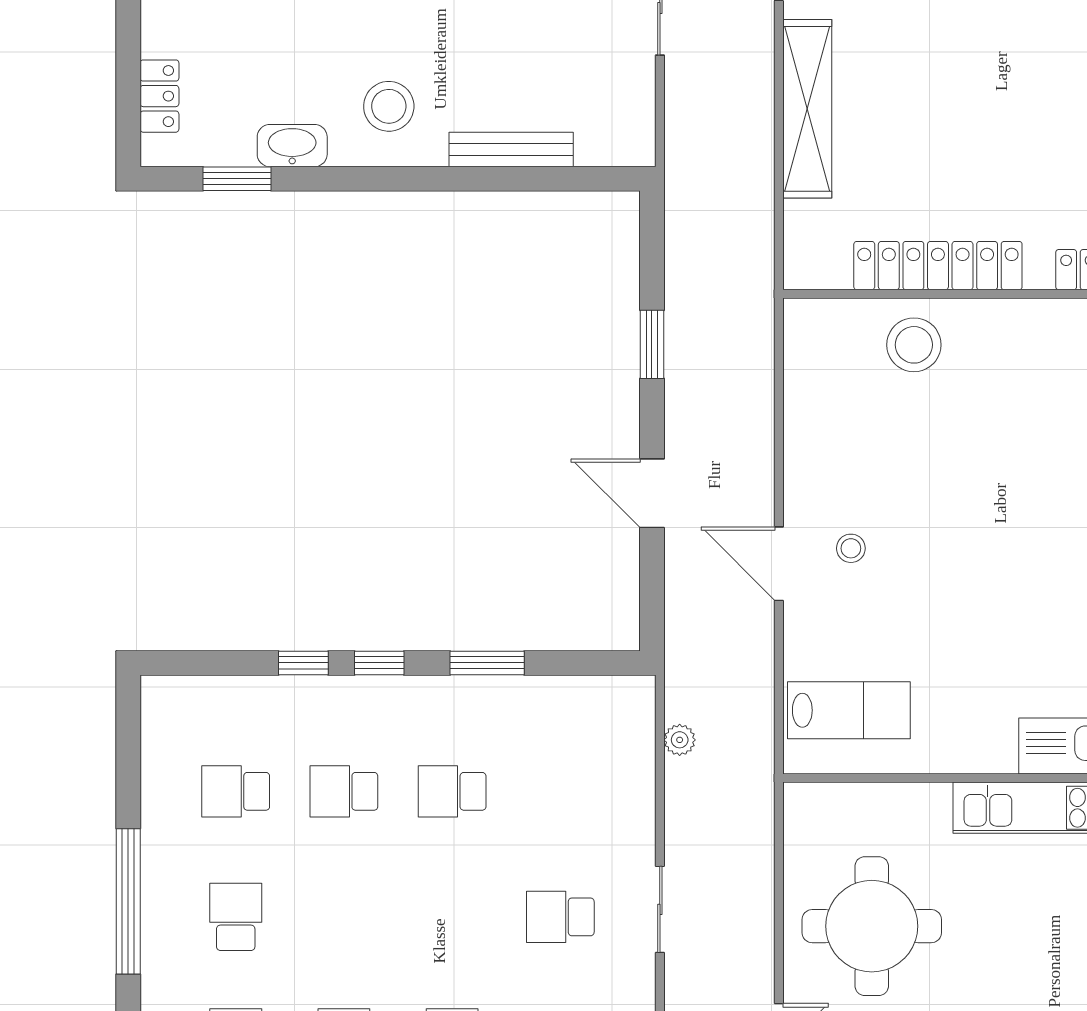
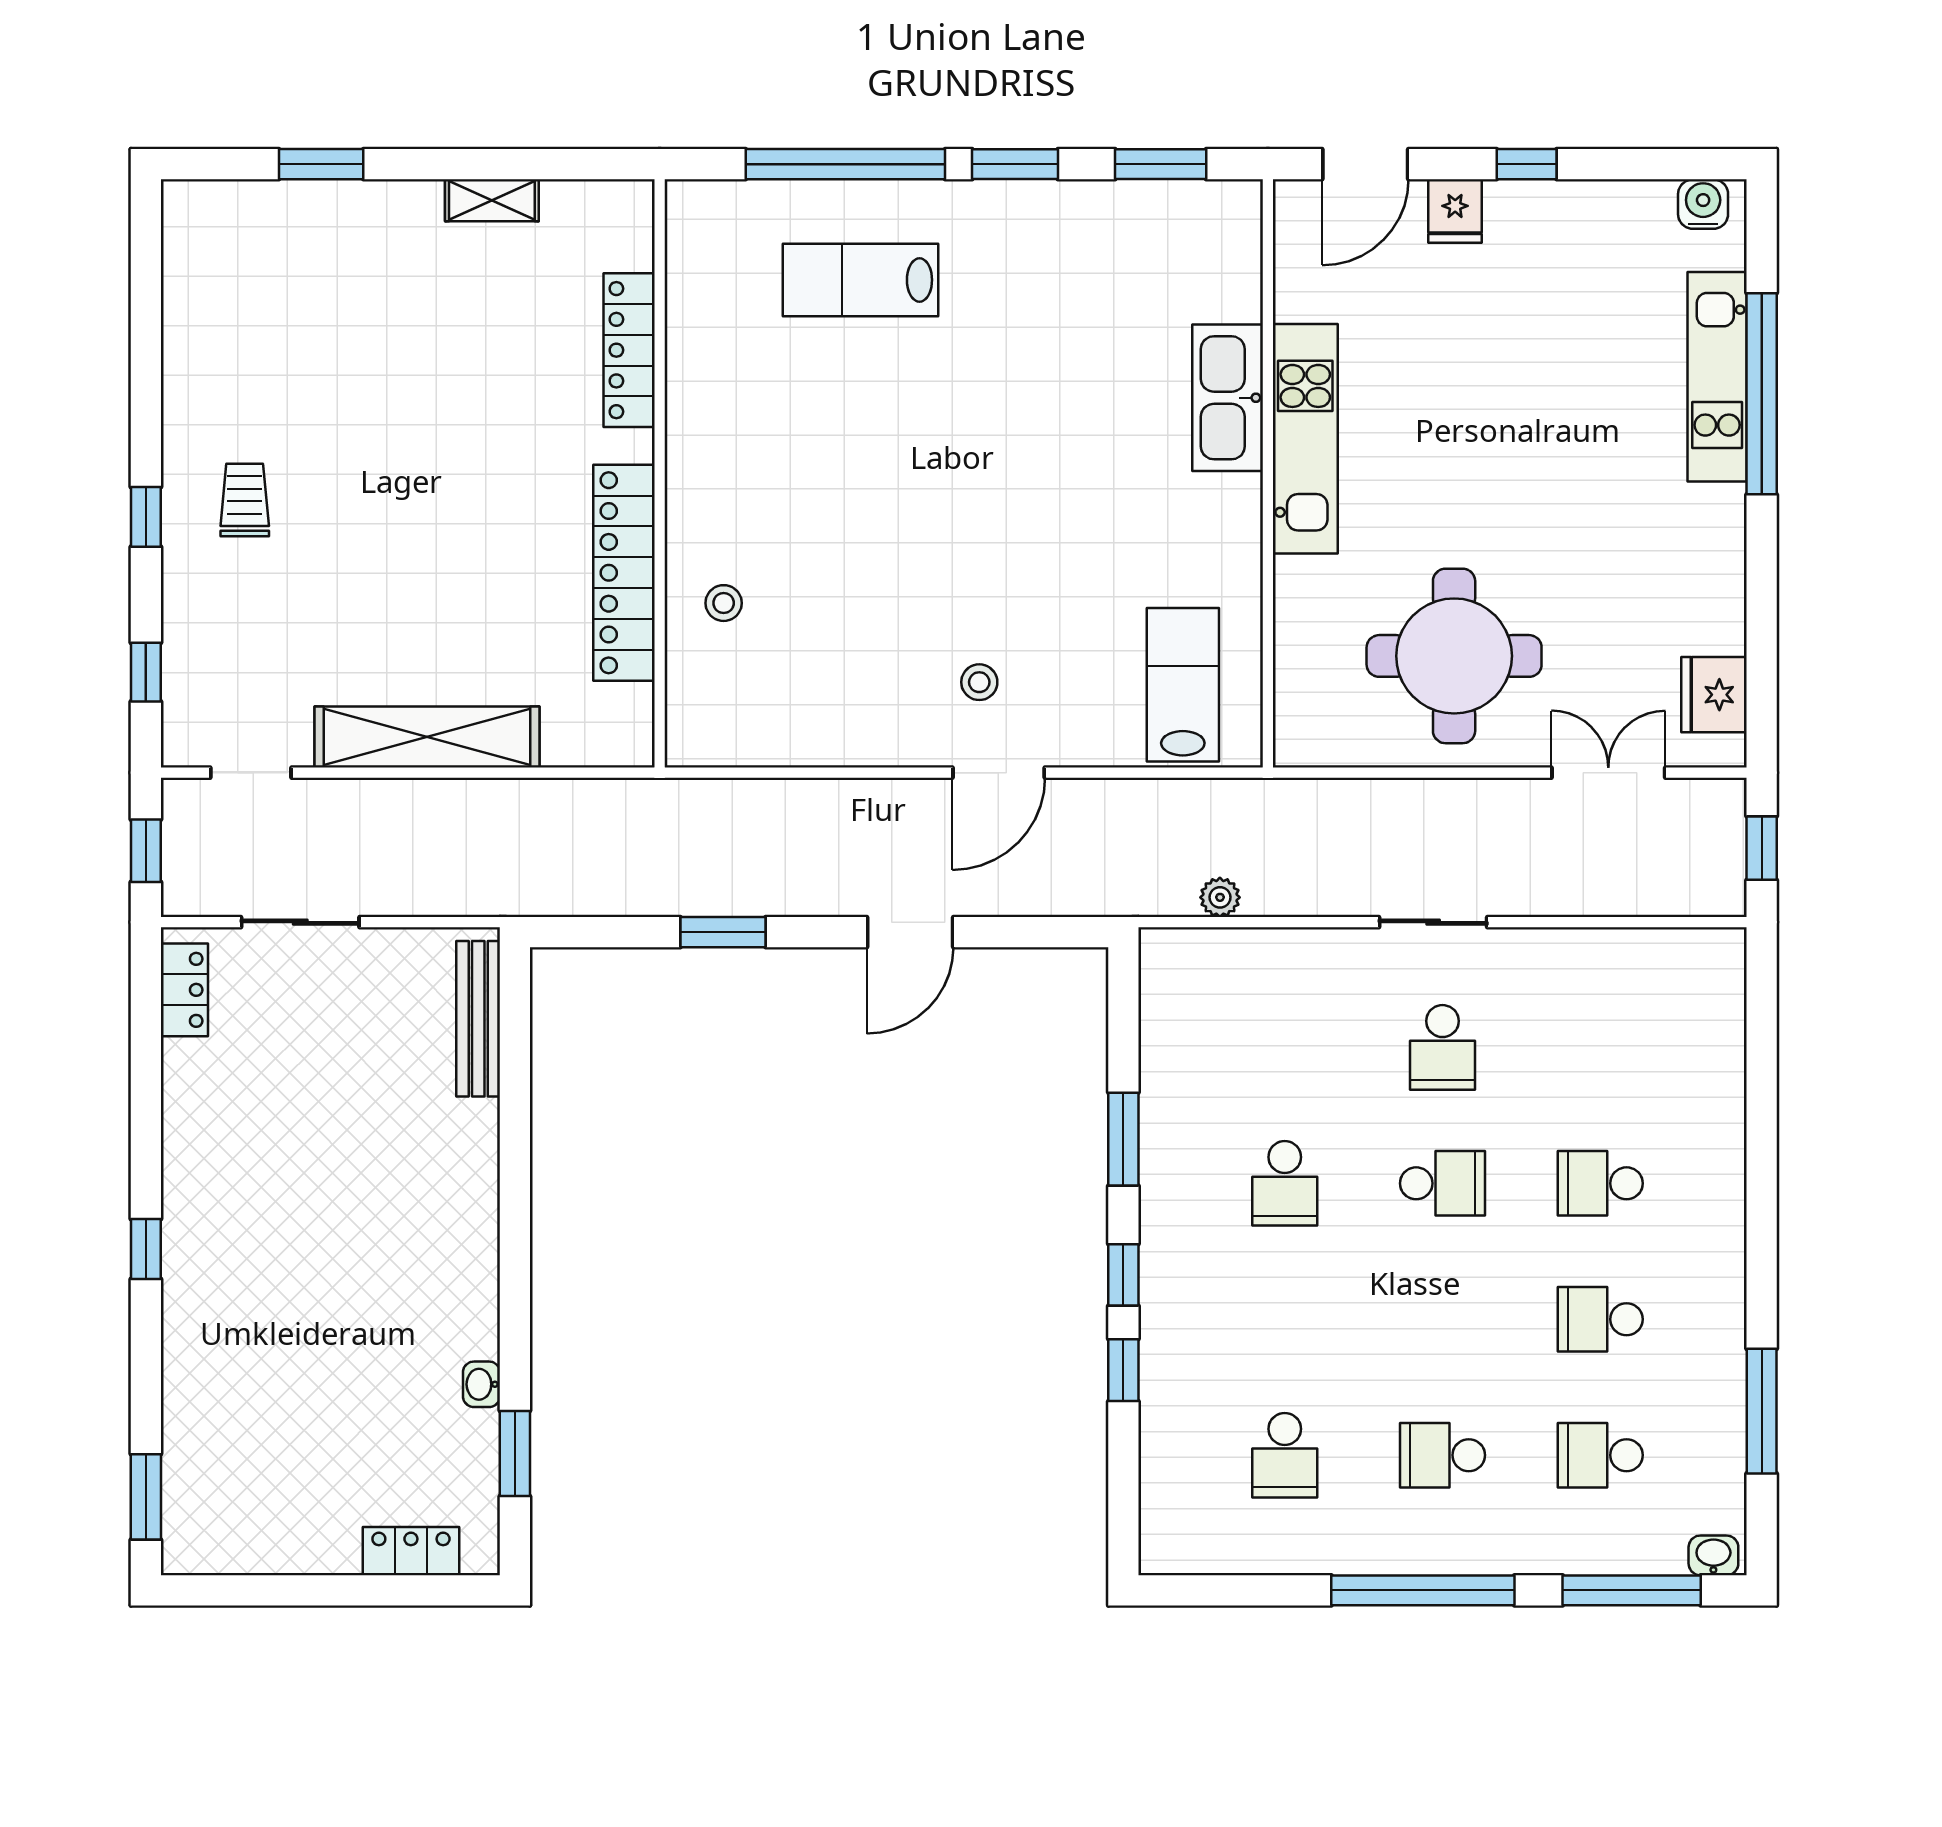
stool: (389, 106) -> (424, 1263), removed
washbasin: (292, 146) -> (482, 1384), width x0.52, depth x0.69
bench: (511, 150) -> (478, 1019), moved
stool: (914, 345) -> (724, 603), width x0.53, depth x0.53
school desk: (344, 791) -> (1442, 1183), moved, turned -90

